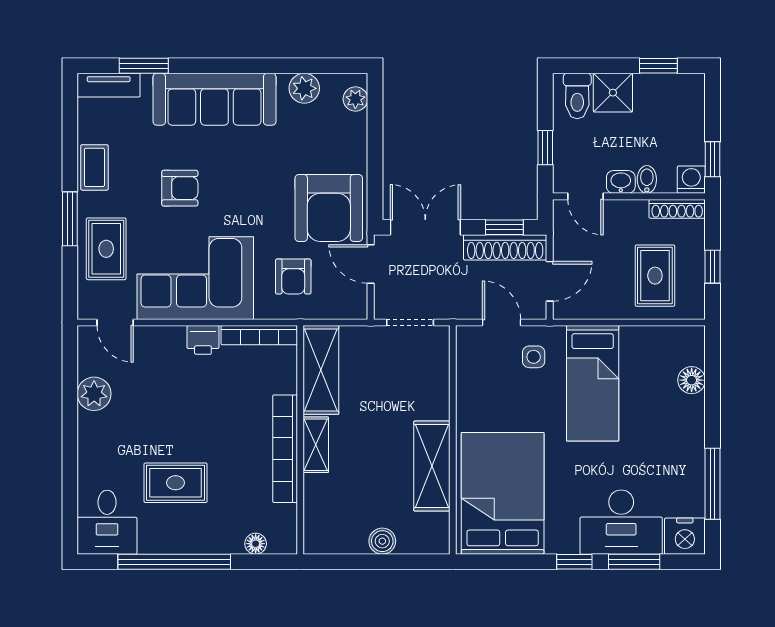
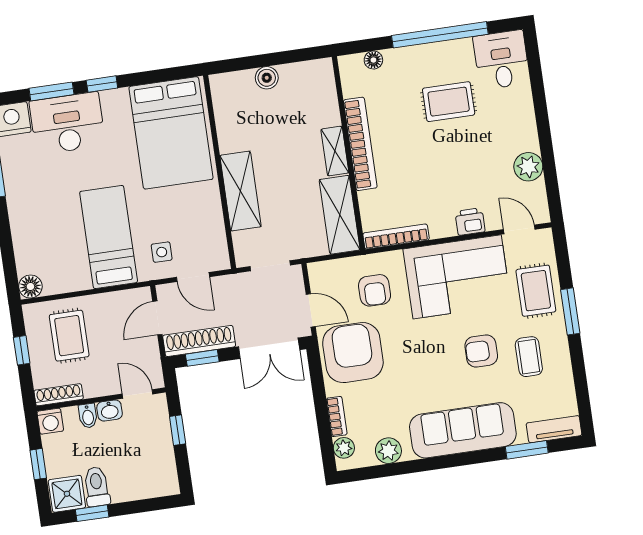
shower: (613, 93) -> (67, 494), moved
toilet: (577, 96) -> (97, 487), moved
bookcase: (359, 137) -> (337, 417), added
window: (713, 159) -> (38, 464), moved
coffee table: (94, 167) -> (529, 357), moved
armchair: (293, 276) -> (375, 290), turned 180
printer: (203, 340) -> (470, 222), moved
floor lamp: (692, 380) -> (30, 287), moved
shelving: (432, 466) -> (240, 191), moved

